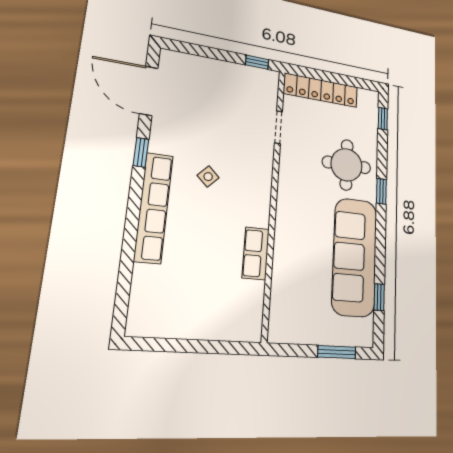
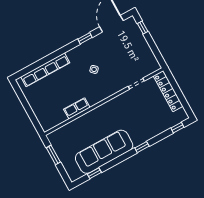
window: (257, 62) -> (143, 27), moved
round table: (347, 165) -> (142, 124), removed
row of seats: (154, 207) -> (45, 70), moved
window: (337, 352) -> (53, 155), moved

